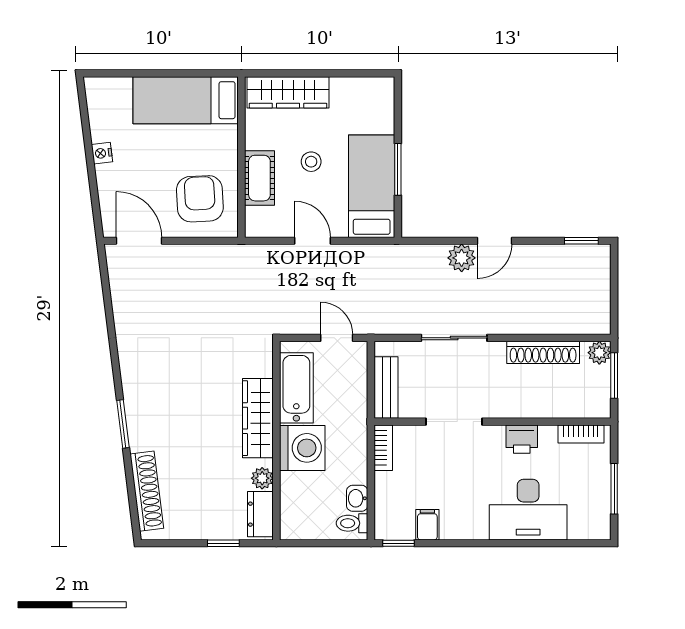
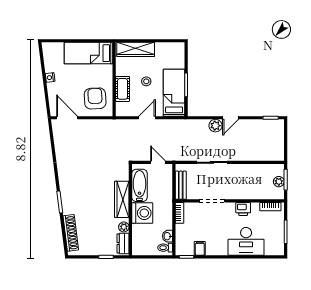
door: (313, 241) -> (147, 118), hinge flipped
shoe rack: (543, 352) -> (253, 169), removed
plant: (599, 353) -> (279, 182), moved

